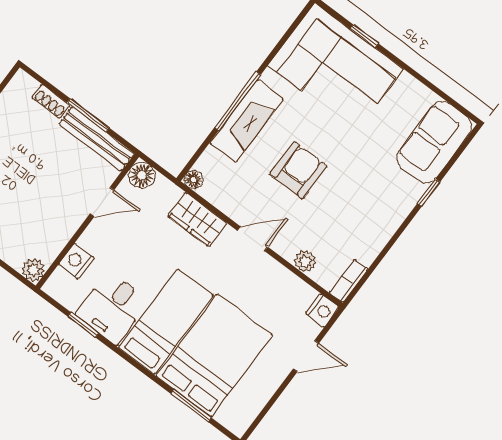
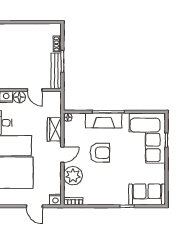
floor lamp: (142, 175) -> (19, 97), moved
door: (252, 239) -> (62, 155), hinge flipped
plant: (305, 261) -> (73, 176), width x1.88, depth x1.88

